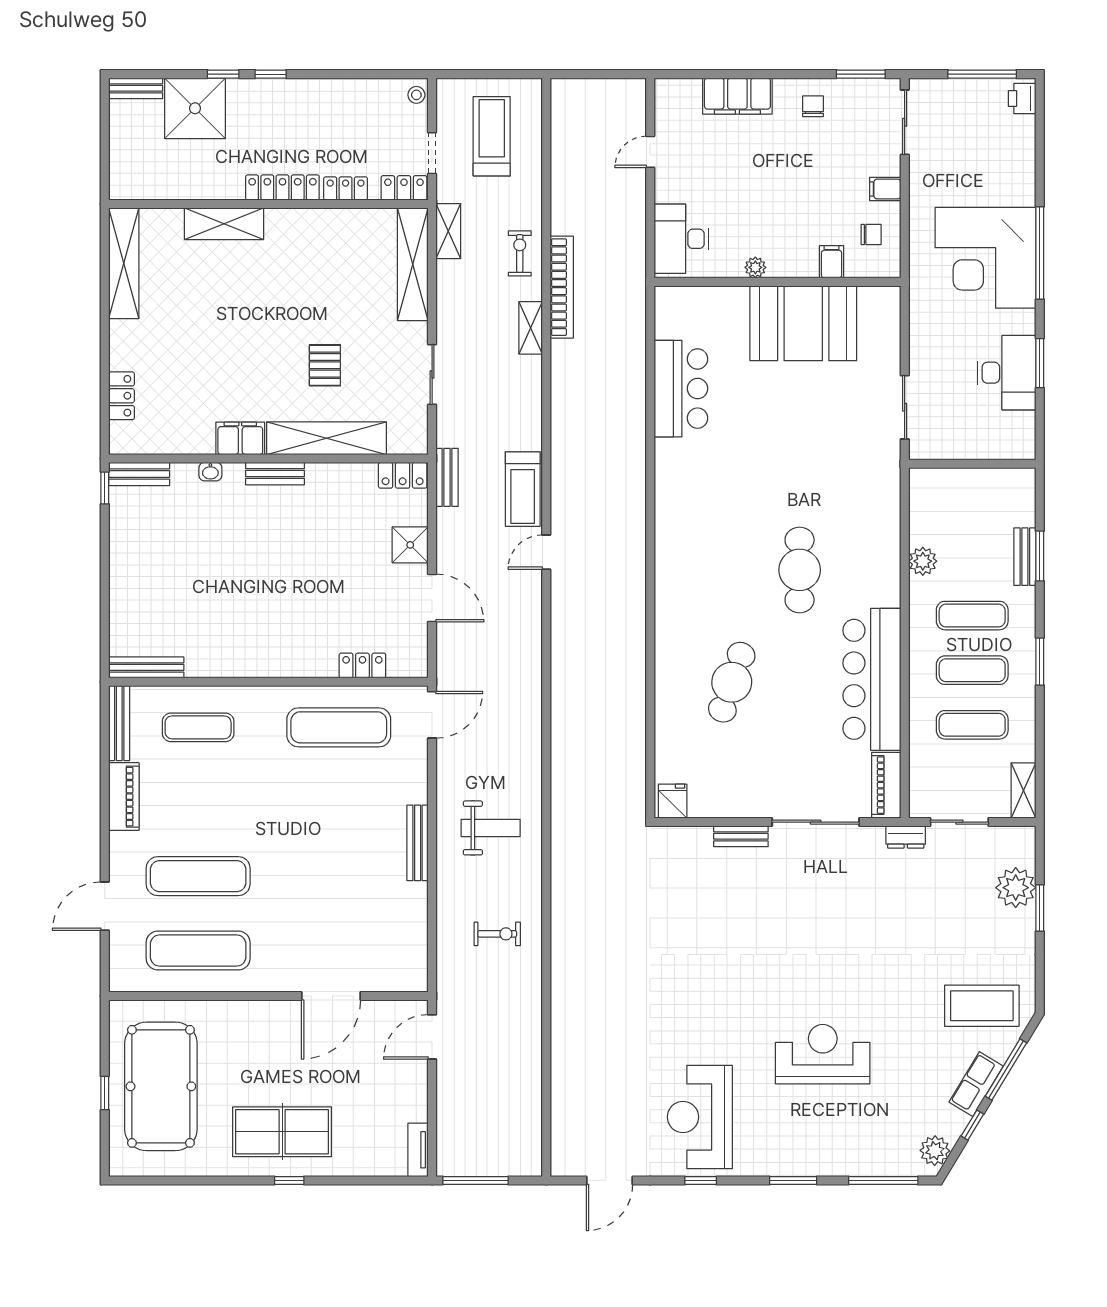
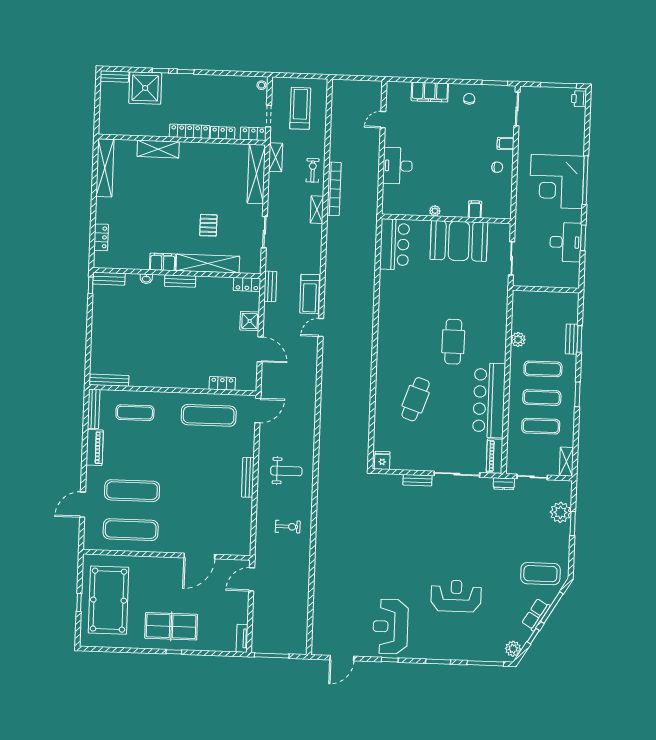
filing cabinet: (832, 262) -> (475, 209), moved
plant: (755, 267) -> (435, 211), moved
wall: (777, 282) -> (446, 219), moved
booth: (803, 323) -> (459, 241), moved

